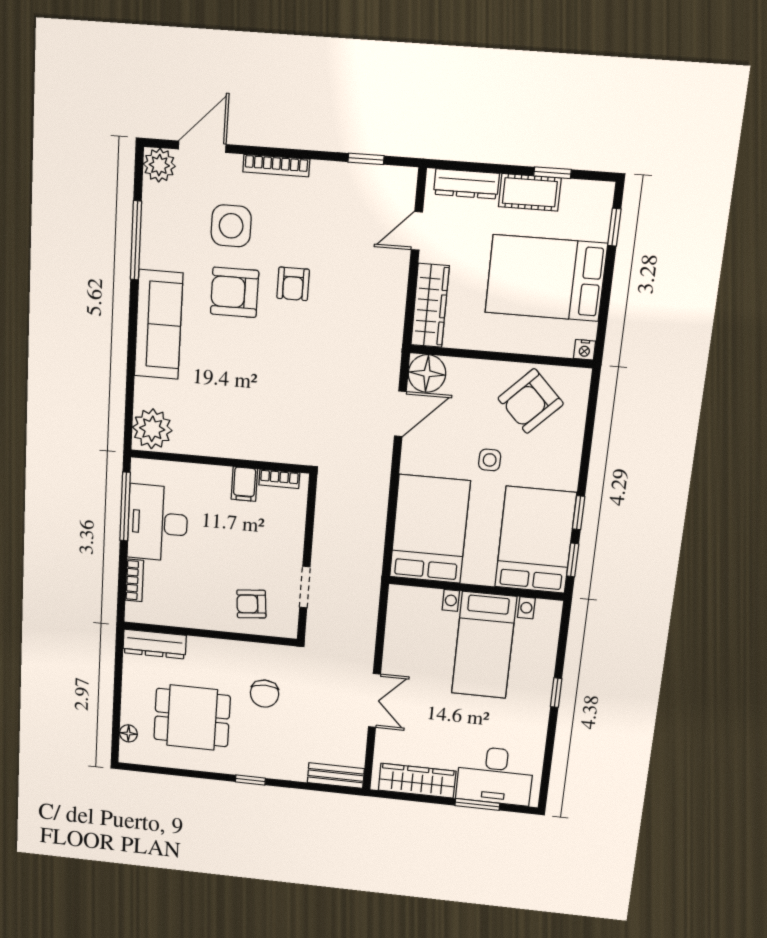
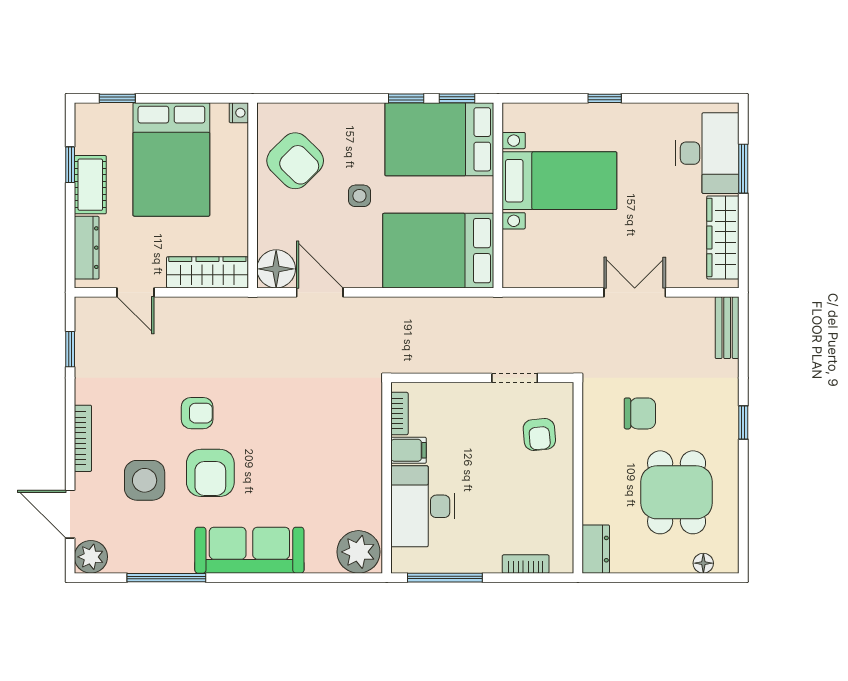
desk: (158, 523) -> (423, 506), moved, turned 90
dresser: (155, 644) -> (596, 549), width x0.70

